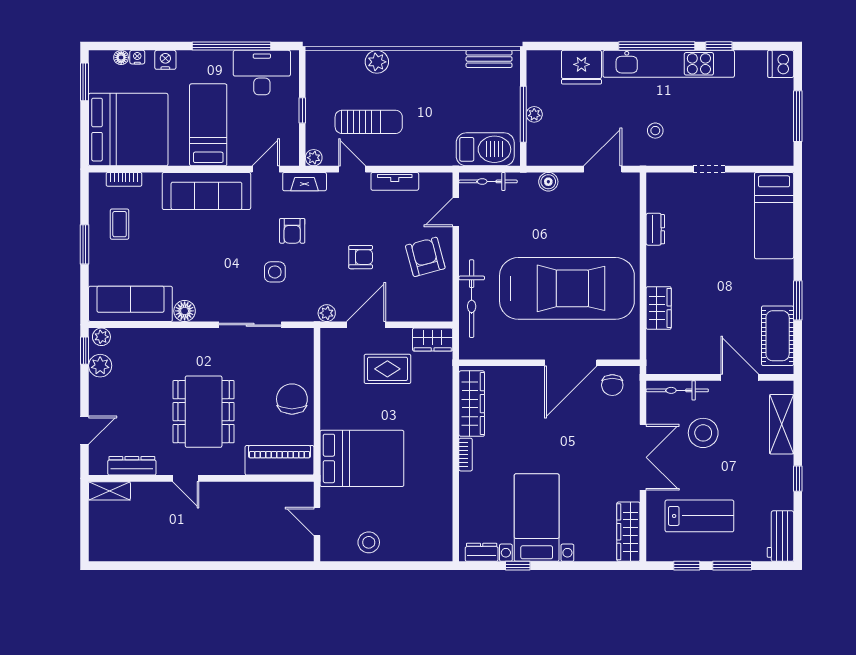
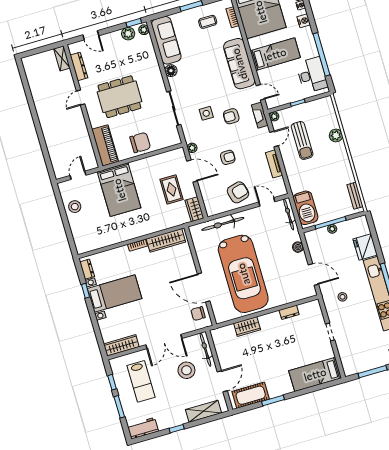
armchair: (361, 257) -> (228, 157), turned -90

